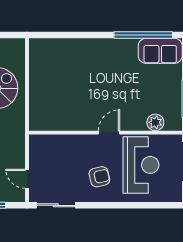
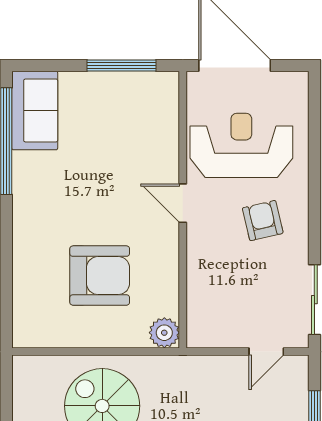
armchair: (69, 87) -> (100, 276), added
plant: (155, 122) -> (164, 333), moved

